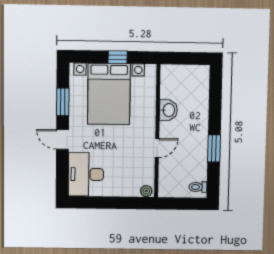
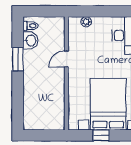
washbasin: (168, 110) -> (31, 40), moved, turned 180
plant: (146, 191) -> (86, 22), moved

